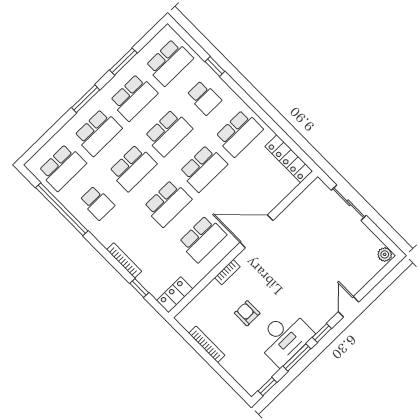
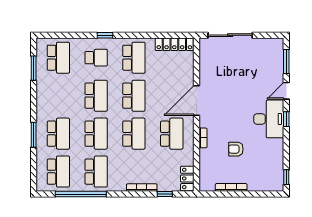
window: (123, 62) -> (34, 68), moved
window: (215, 67) -> (105, 35), moved
school desk: (134, 97) -> (58, 96), removed
window: (86, 99) -> (34, 135), moved
school desk: (97, 203) -> (96, 172), width x1.85
sliding door: (349, 203) -> (230, 35), width x1.37
plant: (385, 254) -> (277, 43), removed
door: (348, 307) -> (286, 91), hinge flipped
desk: (284, 338) -> (269, 119), moved
window: (297, 357) -> (286, 61), moved

